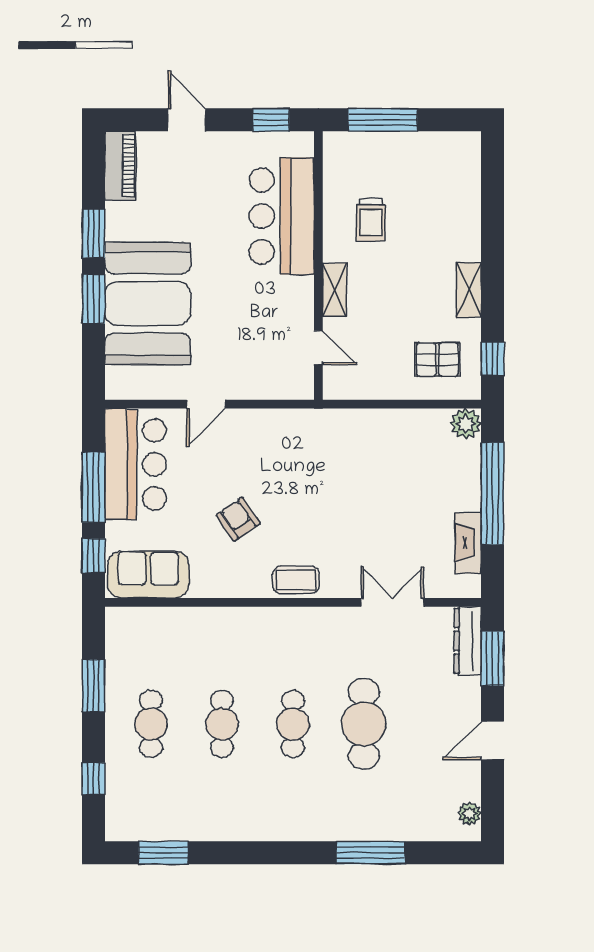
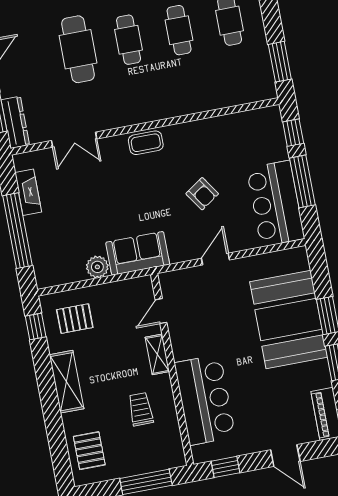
pallet: (451, 177) -> (89, 451), added
shelving: (469, 290) -> (67, 382), width x1.50, depth x1.33
door: (318, 348) -> (161, 311), hinge flipped
door: (206, 404) -> (215, 259), moved
plant: (466, 424) -> (97, 267), moved
armchair: (238, 519) -> (202, 194), moved
sofa: (148, 575) -> (138, 253), moved, turned 180
window: (93, 686) -> (280, 62), moved

